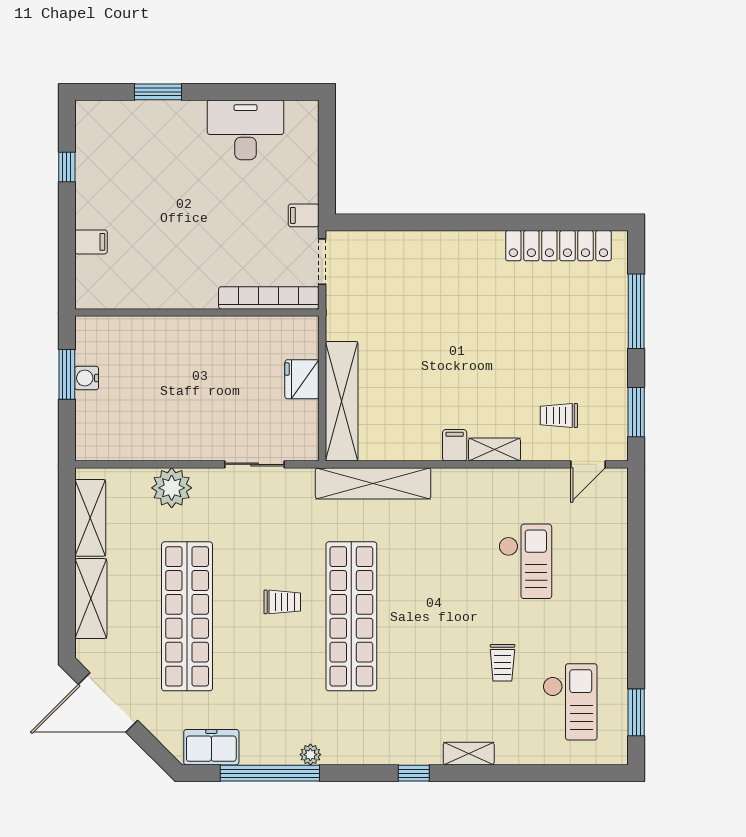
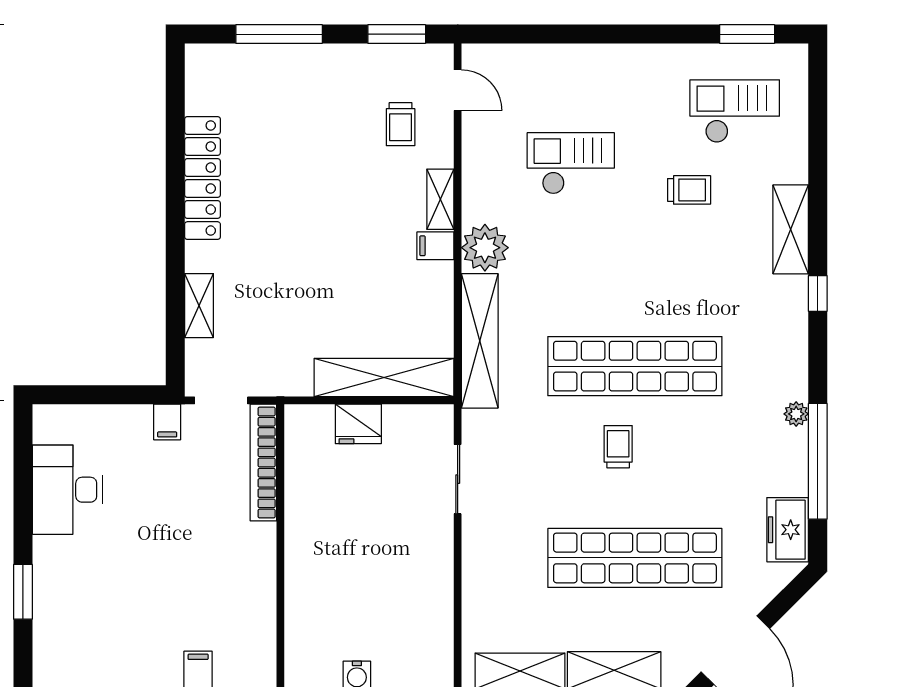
shelving: (403, 243) -> (199, 306), added
locker: (558, 246) -> (202, 178), moved
plant: (172, 488) -> (485, 248), moved
shelving: (469, 754) -> (791, 229), width x1.50, depth x1.33

